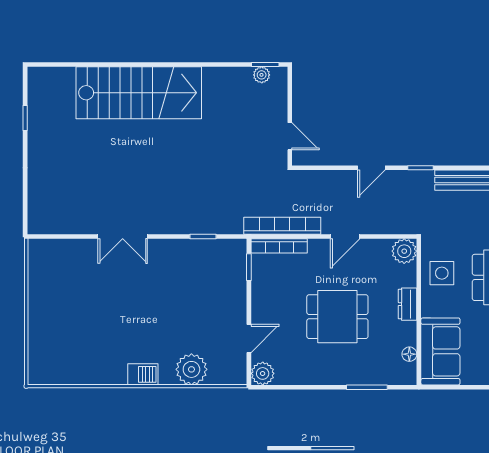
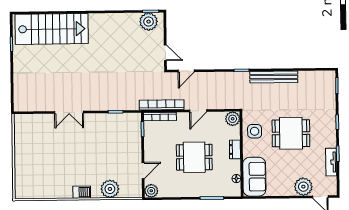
plant: (262, 75) -> (149, 22), width x1.88, depth x1.88
stairs: (139, 93) -> (52, 29), moved
door: (371, 168) -> (186, 71), moved

